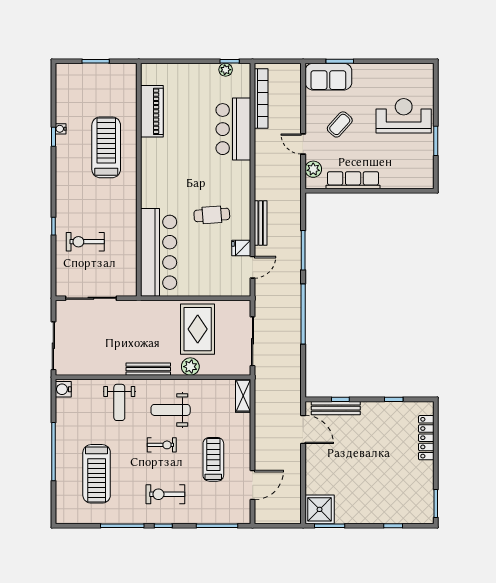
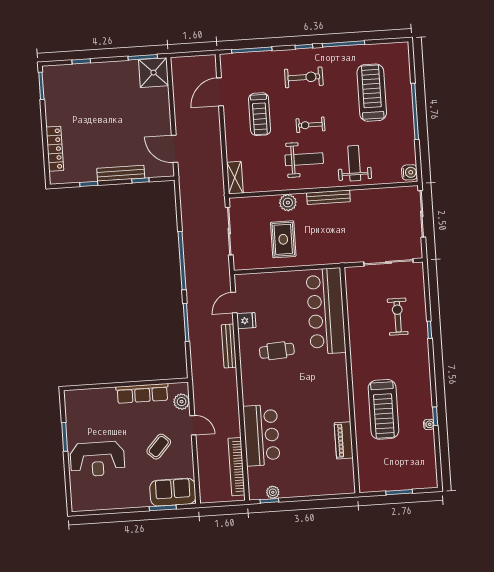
piano: (152, 111) -> (344, 440), width x0.73, depth x0.75
exercise bike: (85, 242) -> (398, 317), turned -90
rug: (198, 329) -> (283, 239), width x0.73, depth x0.70
bench: (336, 408) -> (121, 173), moved

